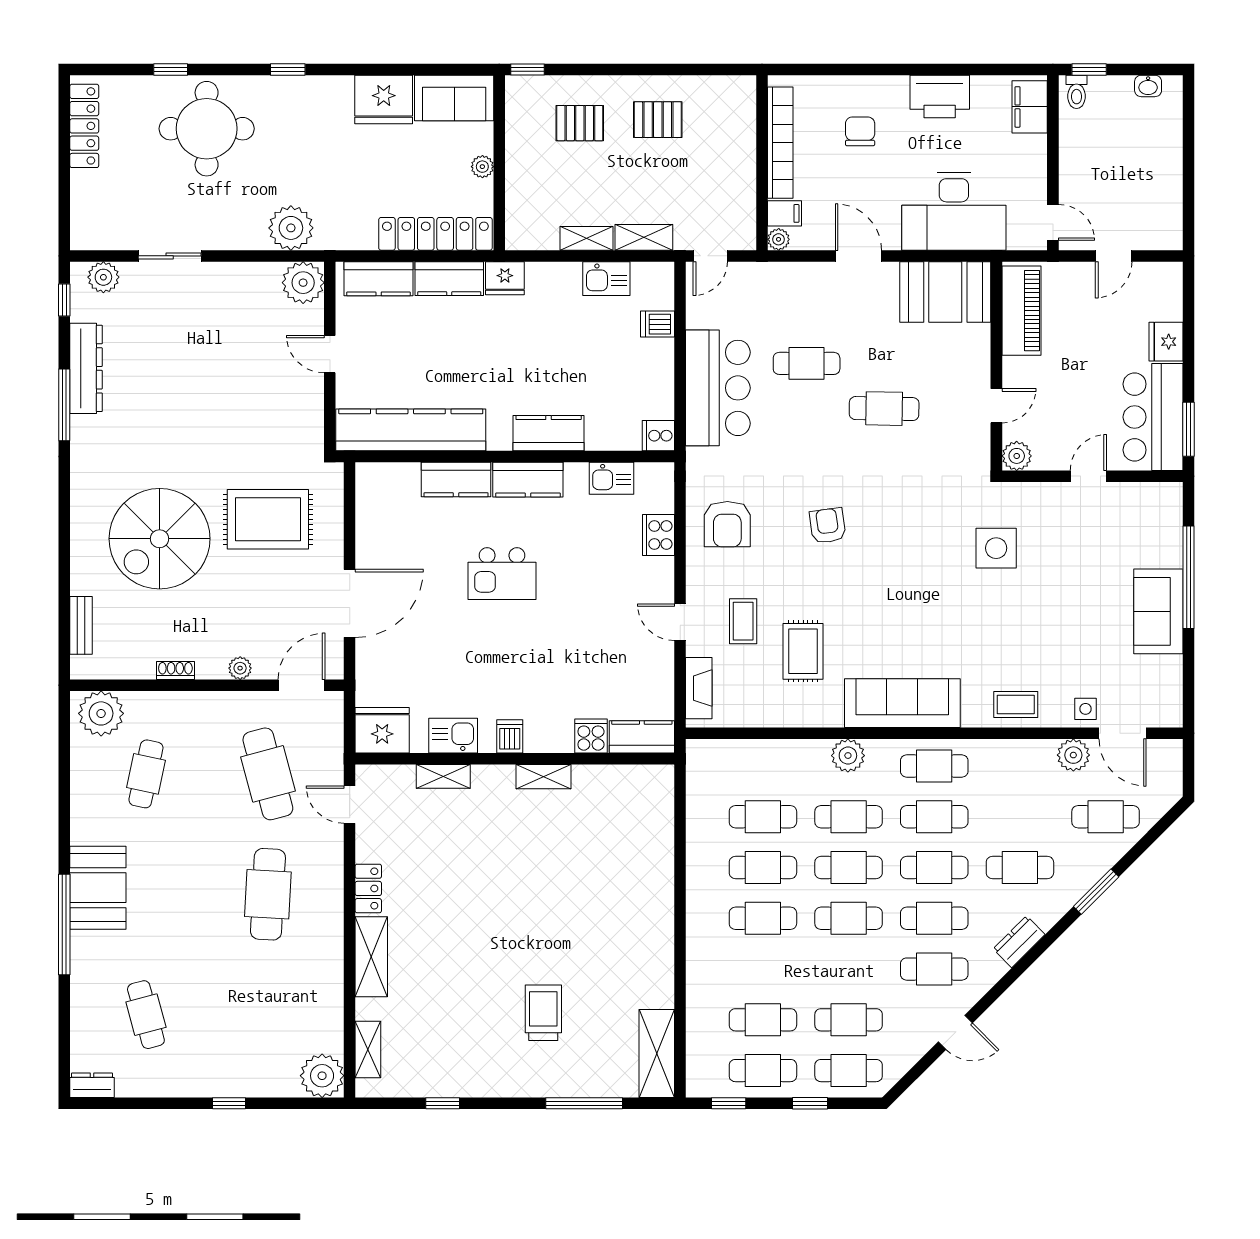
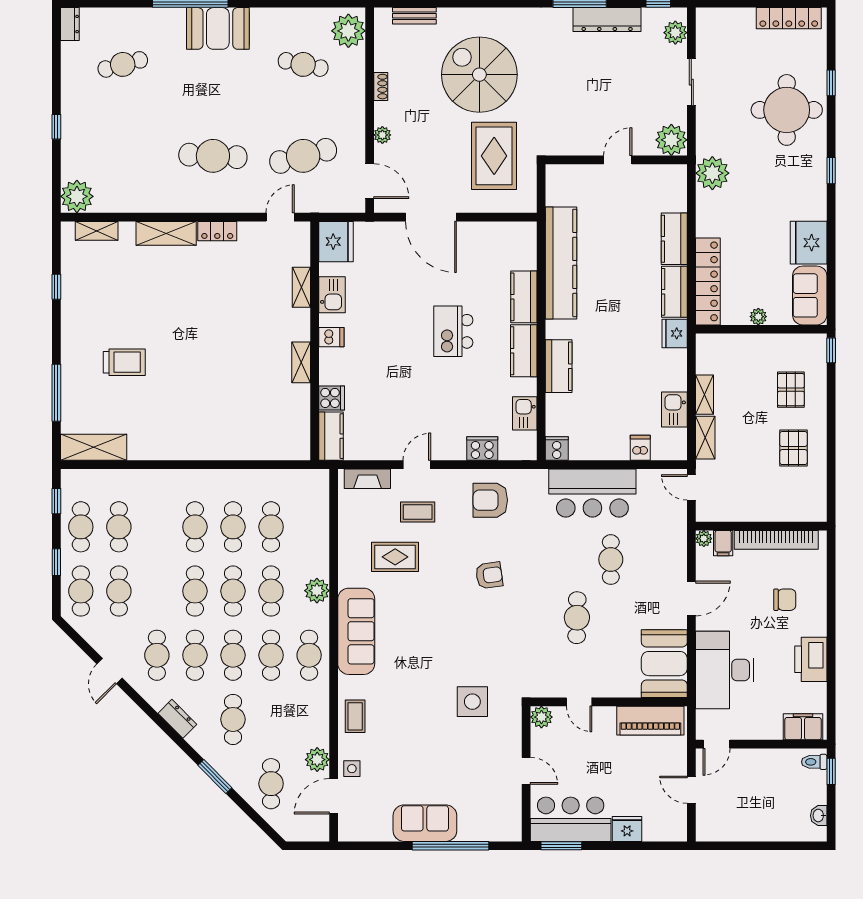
plant: (303, 283) -> (671, 140), moved
door: (330, 354) -> (618, 160), moved
wall: (330, 356) -> (616, 160), moved

